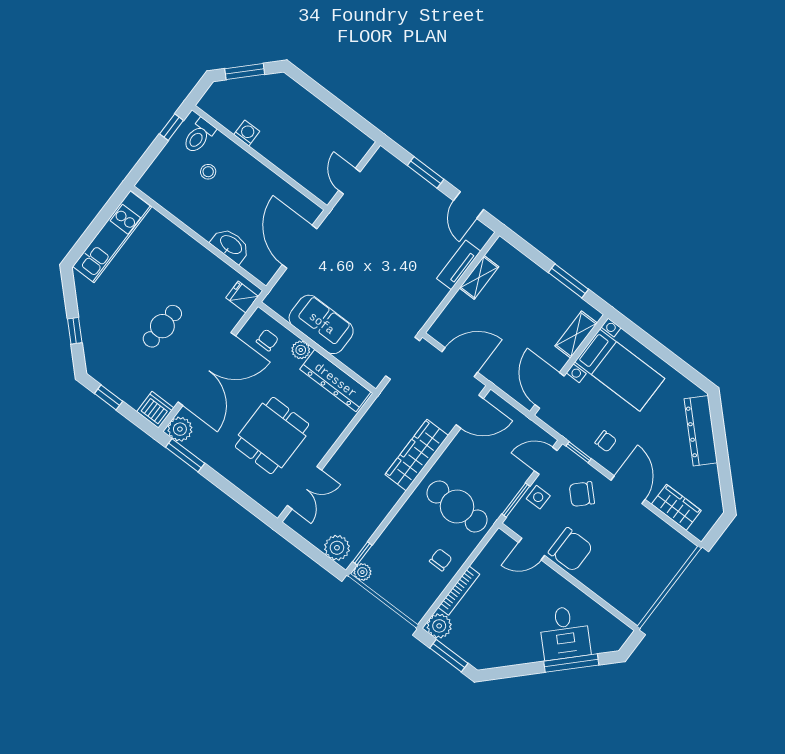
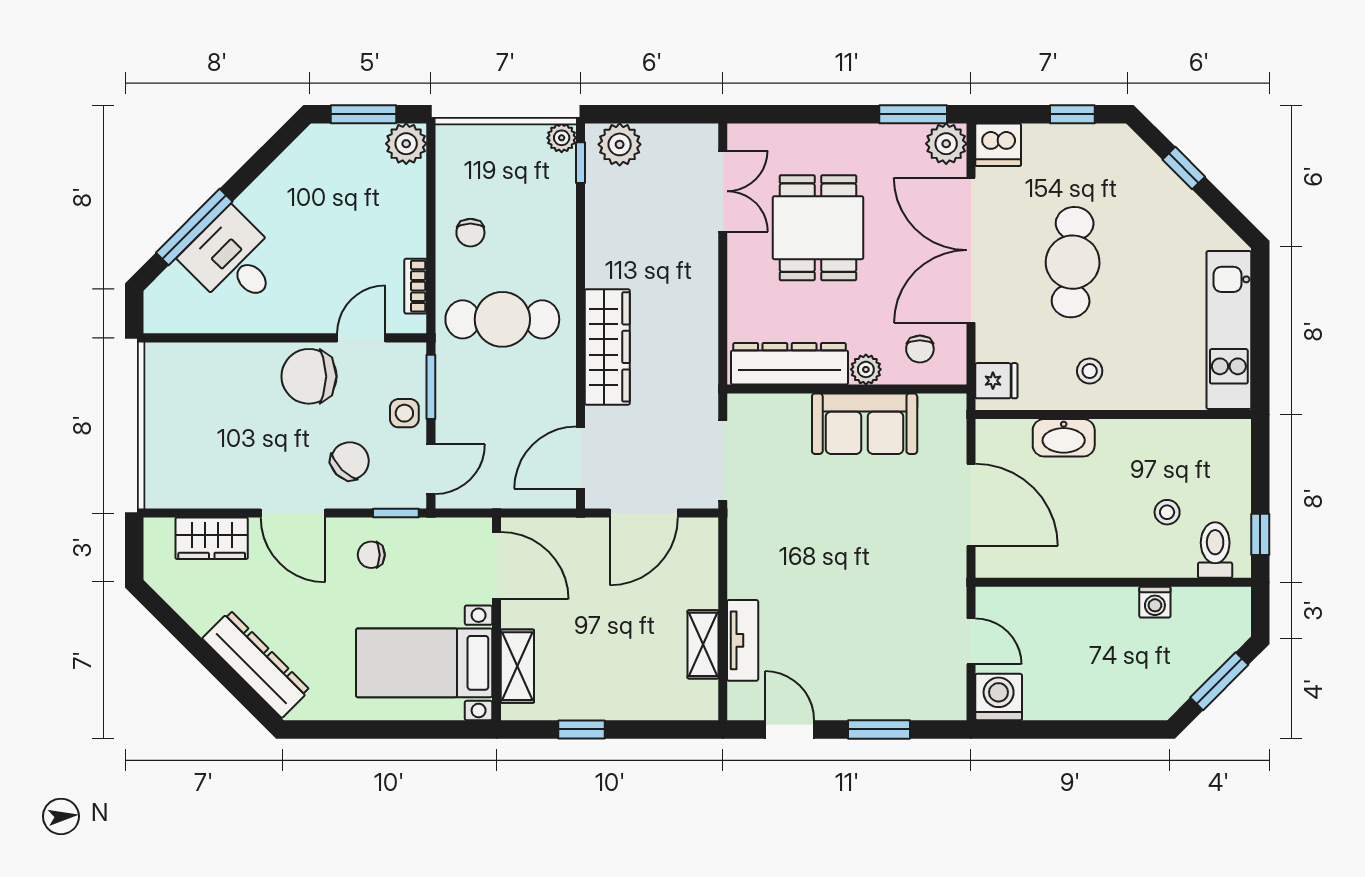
washing machine: (356, 144) -> (999, 697), added
stool: (194, 268) -> (1090, 371), added
window: (568, 281) -> (582, 729), width x0.67
cafe table: (162, 326) -> (1073, 262), width x1.37, depth x1.35
double door: (304, 488) -> (723, 191), swing flipped
bookcase: (459, 591) -> (415, 286), moved, width x0.64

